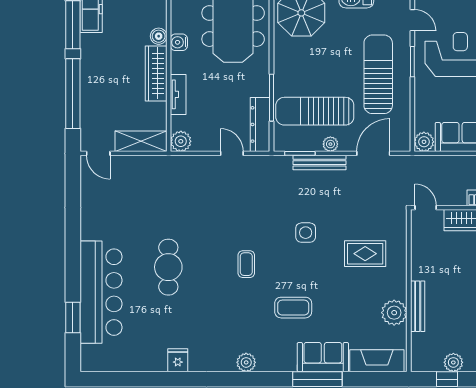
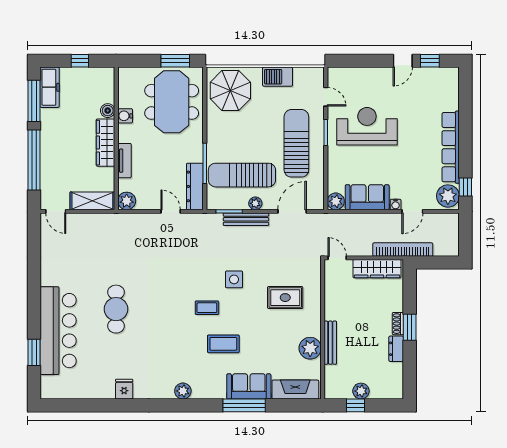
coffee table: (246, 264) -> (207, 308), moved, turned 90

